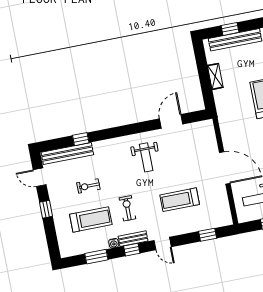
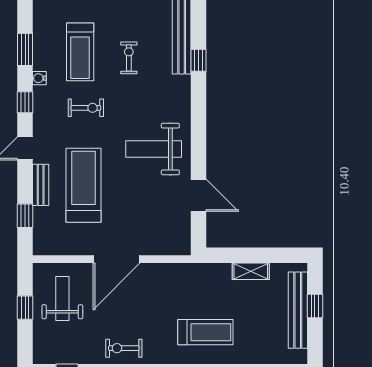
weight bench: (146, 157) -> (154, 149), width x1.36, depth x1.33
treadmill: (180, 200) -> (84, 185), width x1.37, depth x1.38
bench: (133, 239) -> (41, 185), moved

